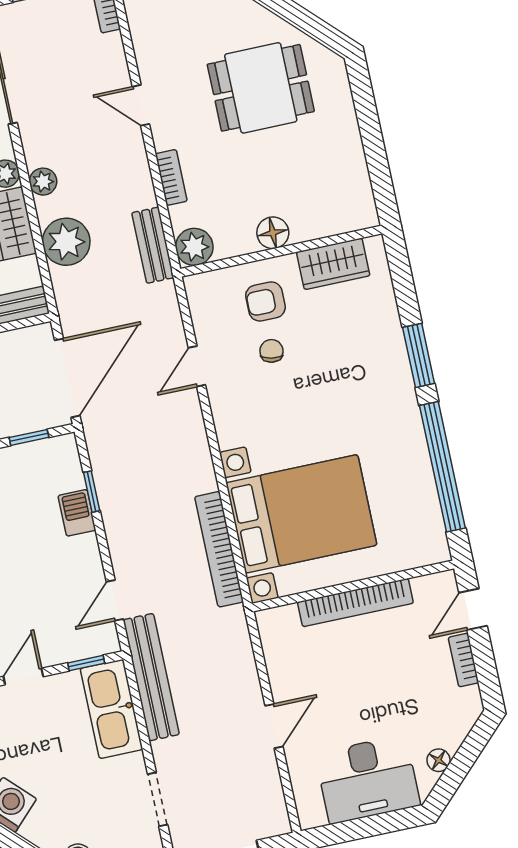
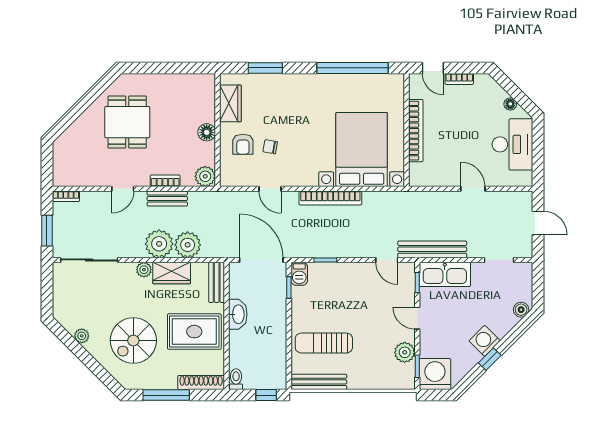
plant: (43, 182) -> (159, 244), width x1.87, depth x1.87
bench: (153, 245) -> (167, 199), moved
window: (419, 355) -> (265, 68), moved
barbecue: (77, 513) -> (299, 274), moved, turned -90
bookcase: (219, 549) -> (330, 198), moved

